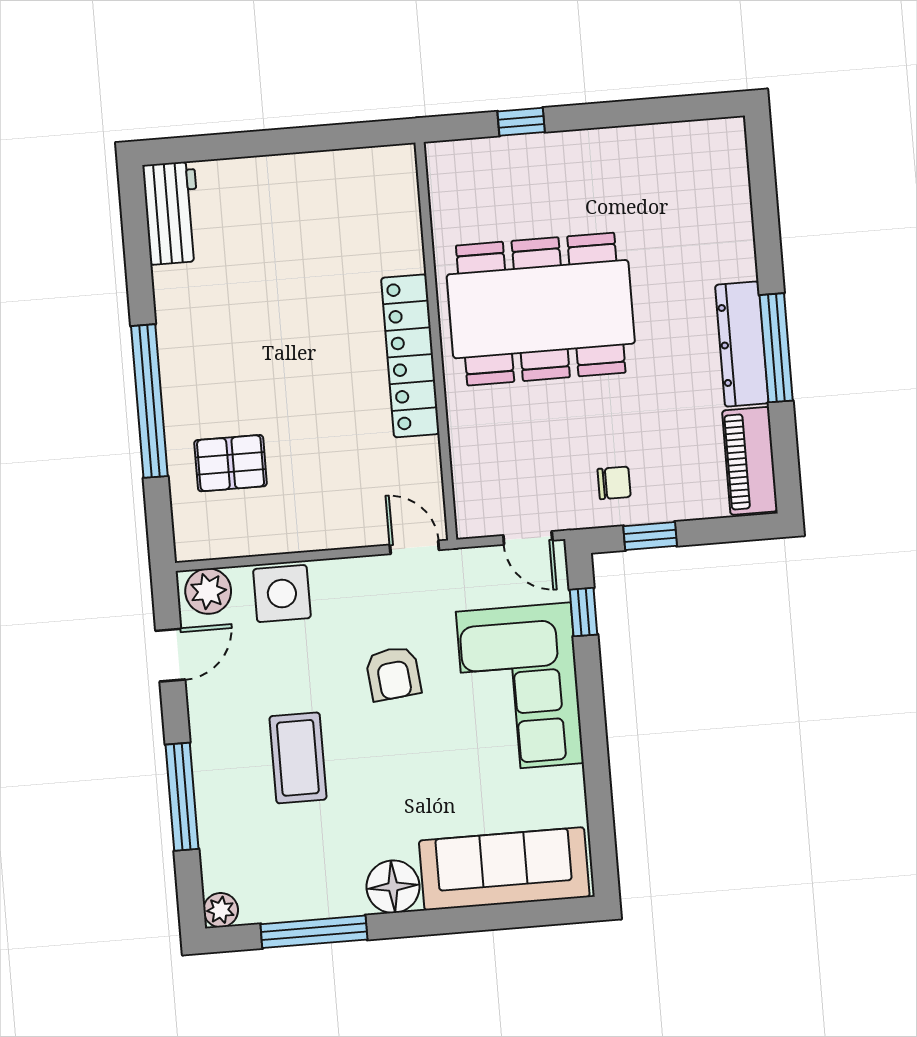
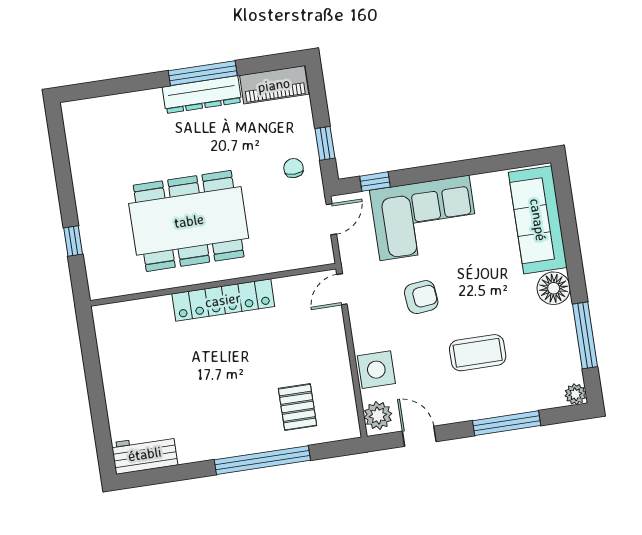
dining table: (541, 309) -> (189, 221), turned 90

